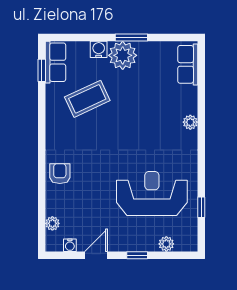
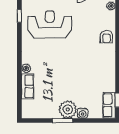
row of seats: (188, 64) -> (28, 86), moved
coffee table: (87, 99) -> (90, 83), removed
reception desk: (152, 194) -> (50, 24), turned 180

